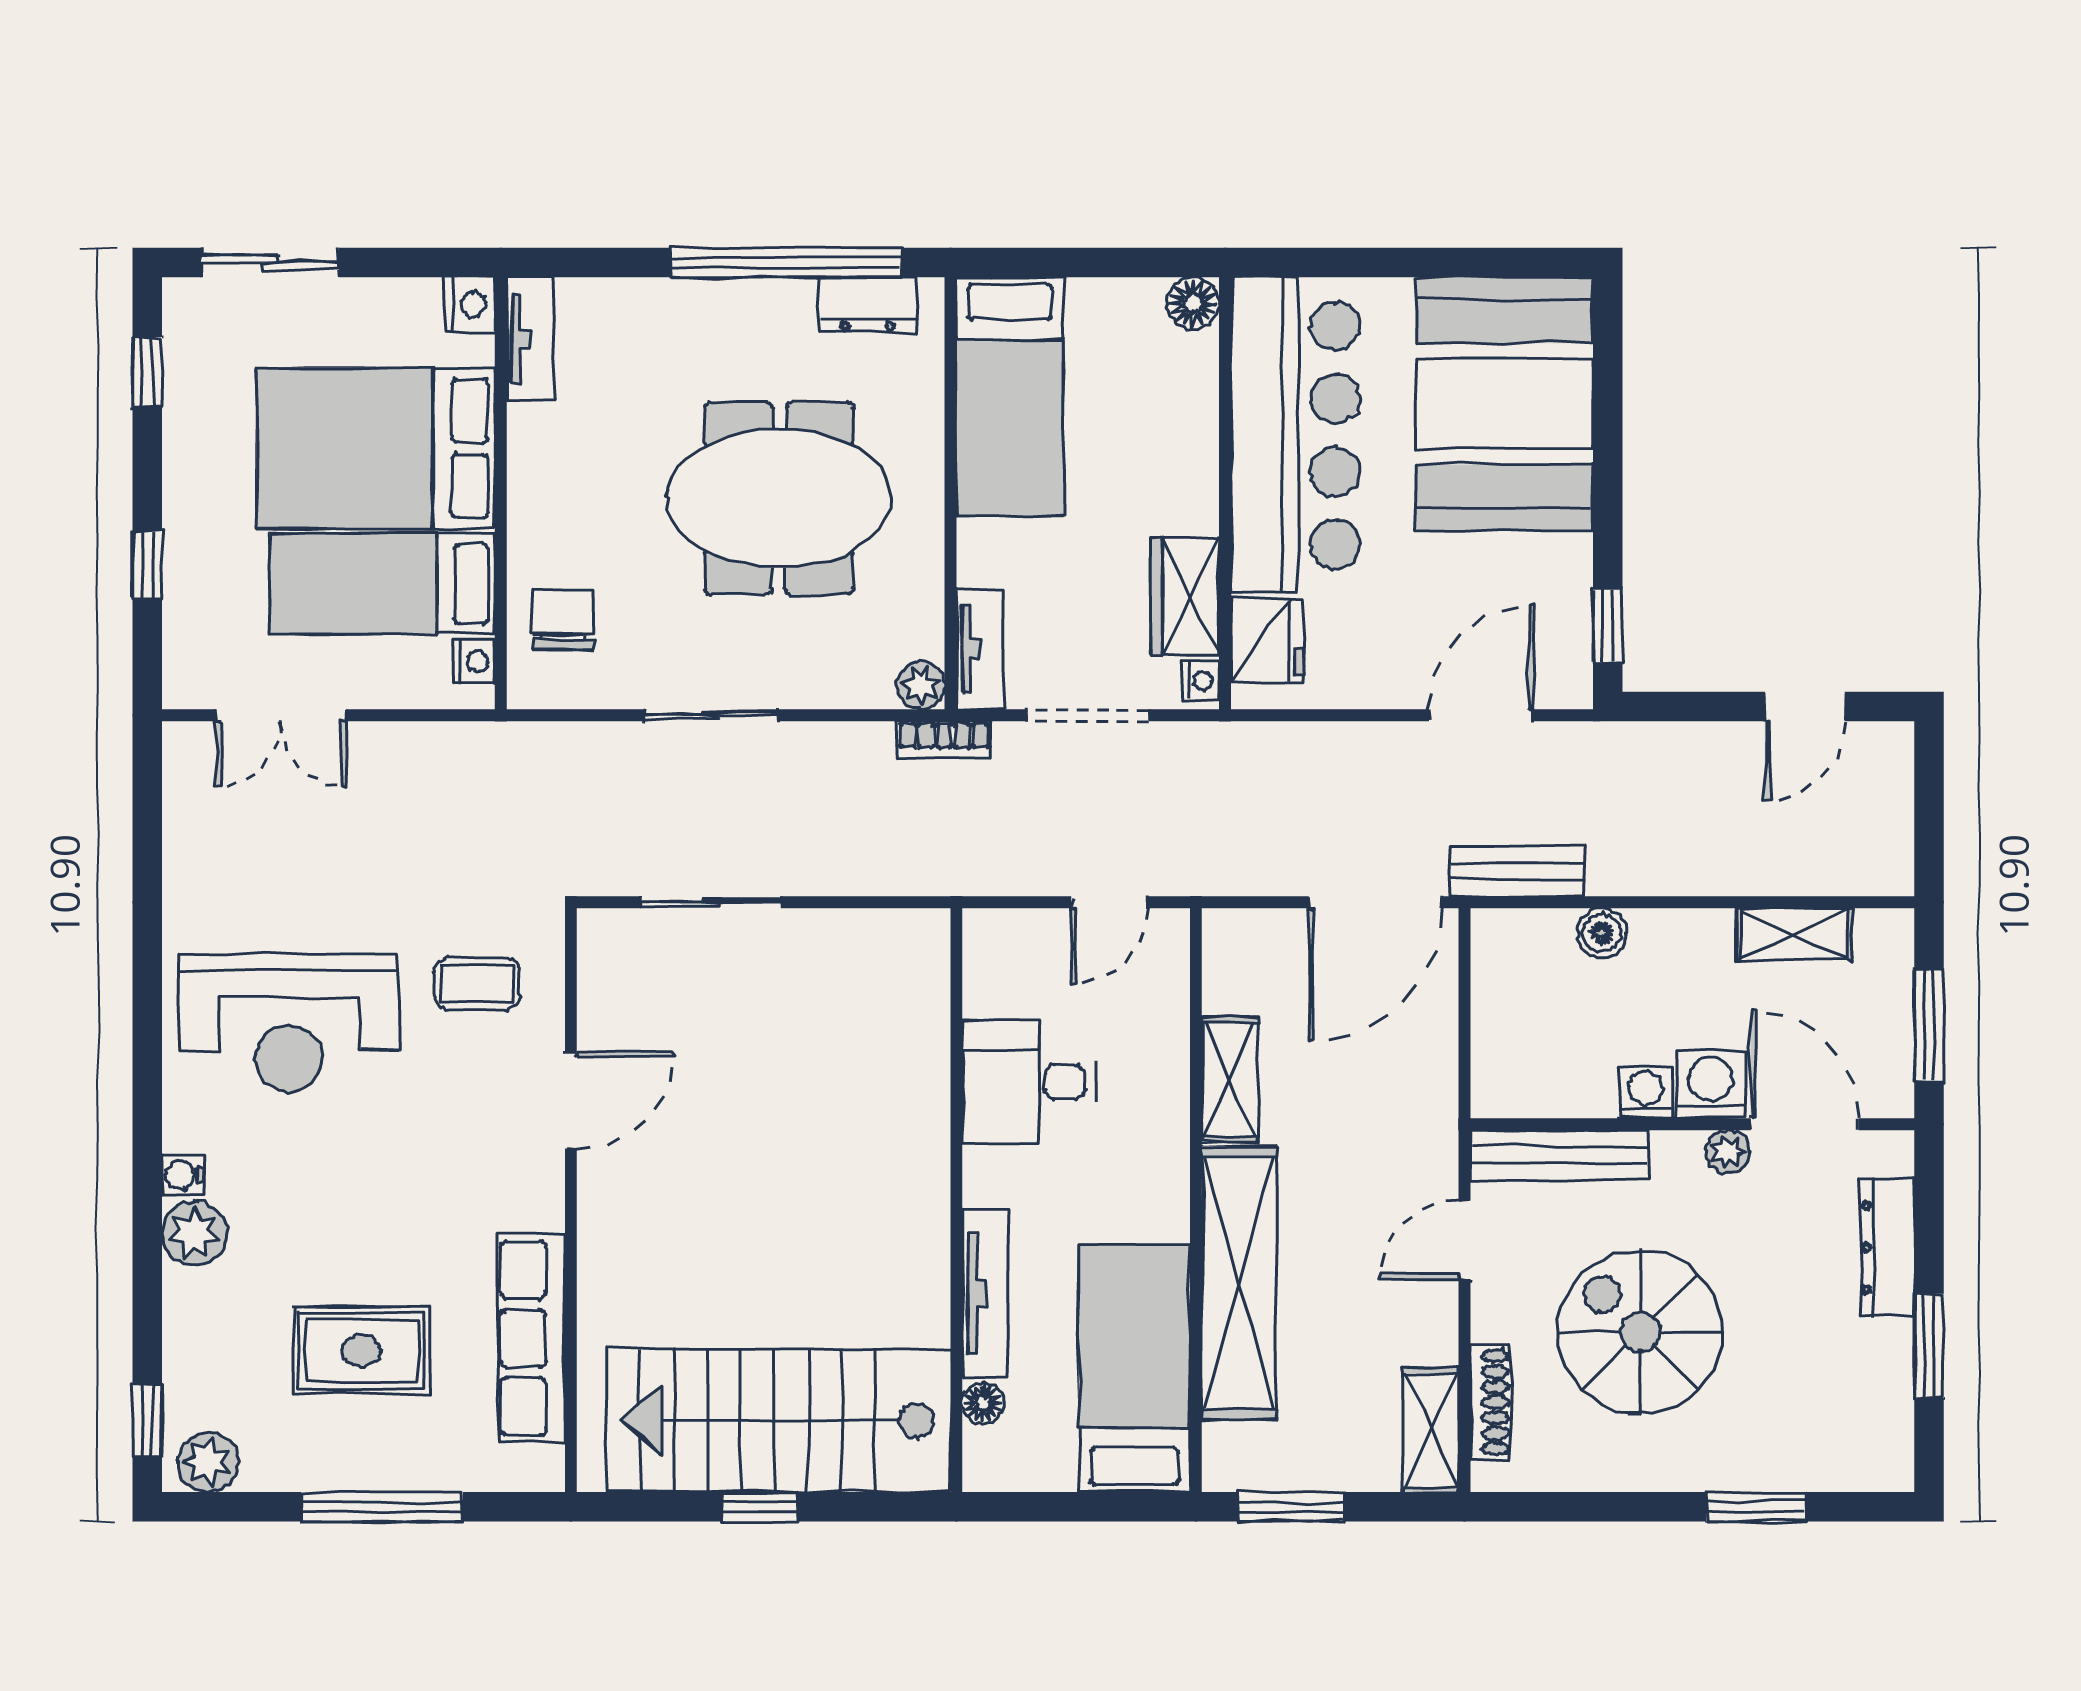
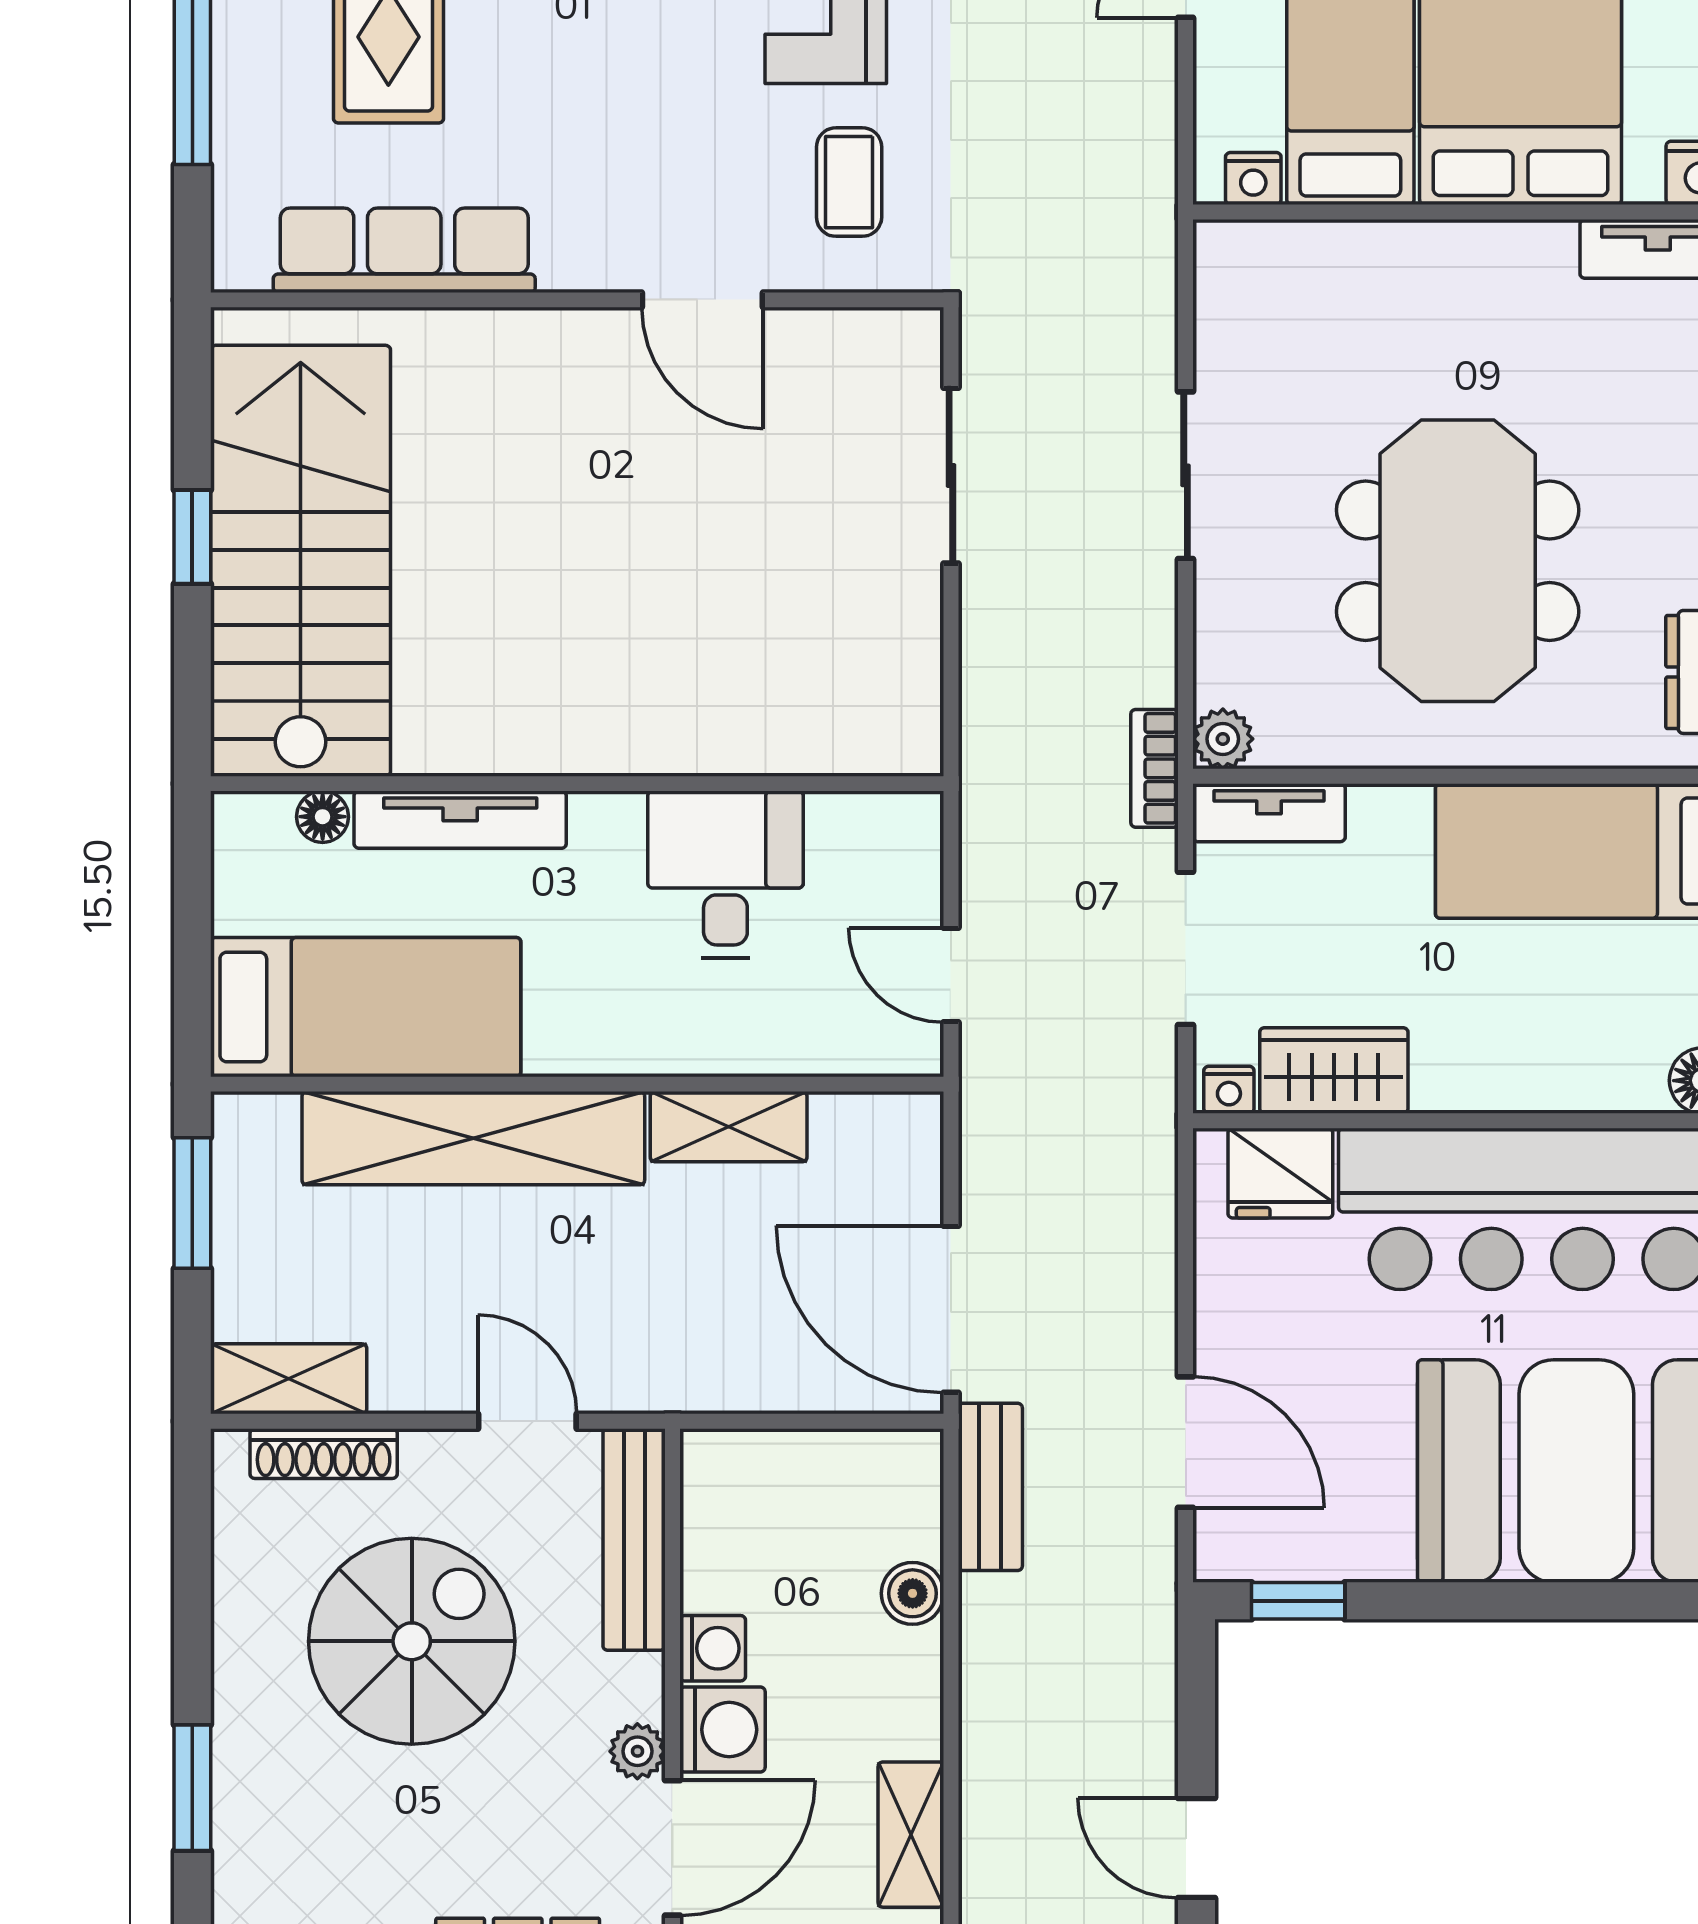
chair: (563, 619) -> (1307, 290), removed

